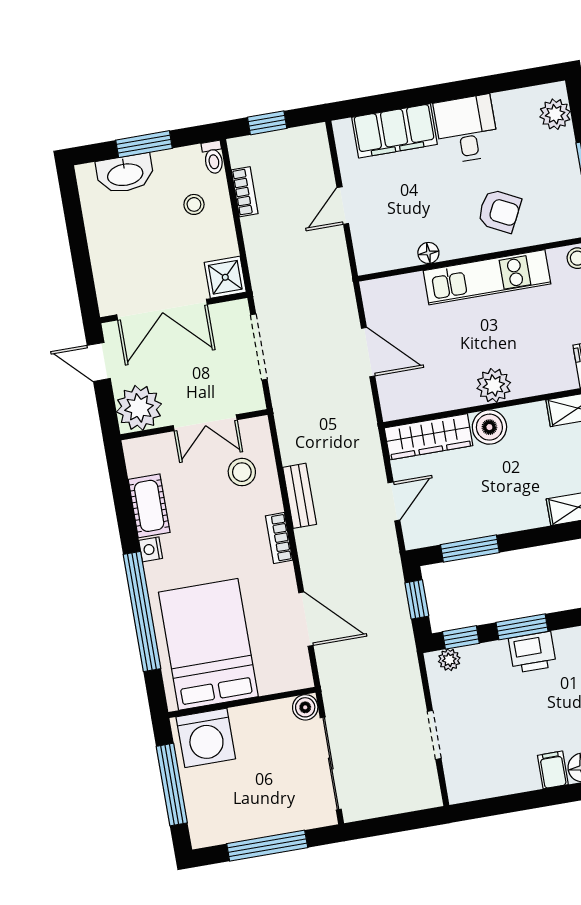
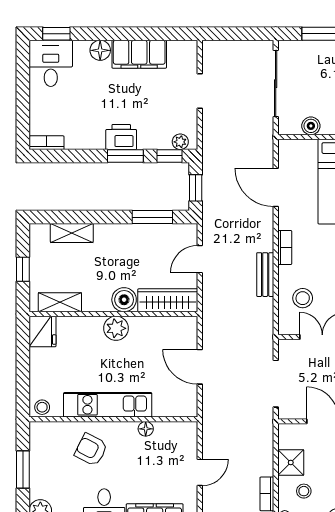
shower: (225, 277) -> (291, 463), moved
boiler: (305, 707) -> (311, 126), moved
filing cabinet: (553, 770) -> (139, 54), width x3.00, depth x1.17

